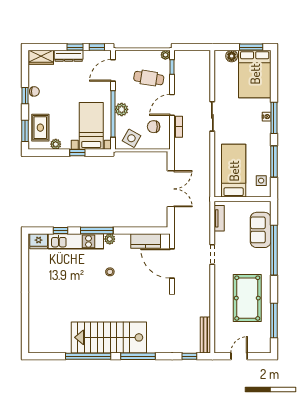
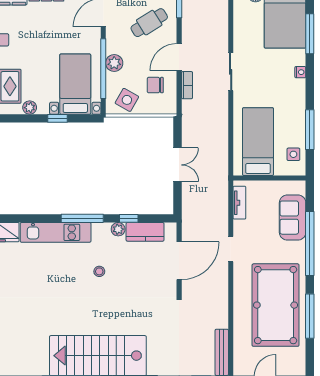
cafe table: (149, 78) -> (149, 23), turned -41
window: (274, 118) -> (310, 34), moved
double door: (171, 189) -> (177, 165), width x0.73
window: (60, 231) -> (129, 218), moved
plant: (110, 239) -> (118, 229), moved
door: (172, 264) -> (179, 261), swing flipped
pool table: (247, 298) -> (276, 305), width x1.36, depth x1.32
window: (274, 320) -> (310, 316), moved

